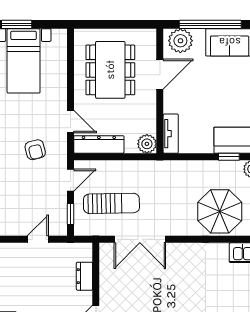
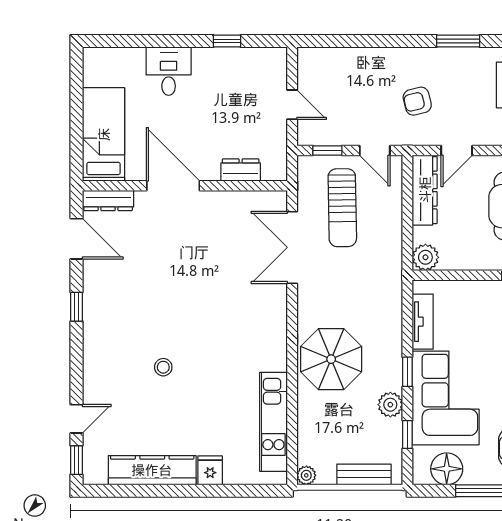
tv unit: (171, 134) -> (423, 322), moved, turned -90

